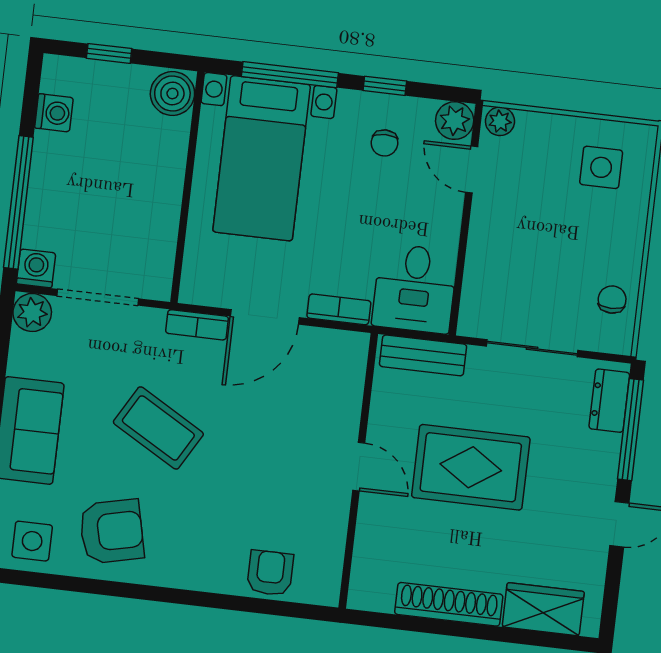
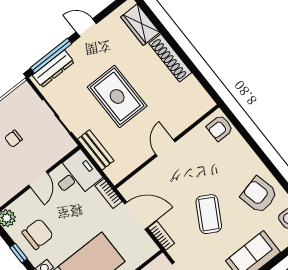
chair: (384, 143) -> (38, 234), width x1.87, depth x1.87
door: (472, 170) -> (38, 179), moved
chair: (612, 300) -> (13, 139), moved
dresser: (609, 401) -> (53, 69), width x1.44
door: (359, 467) -> (165, 148), moved
wall: (358, 471) -> (167, 147), moved

